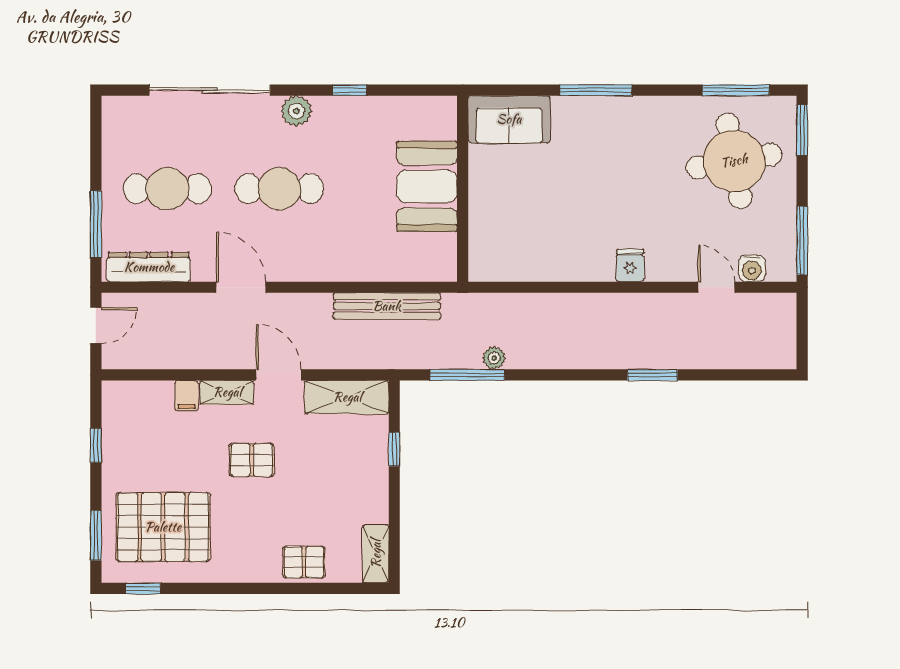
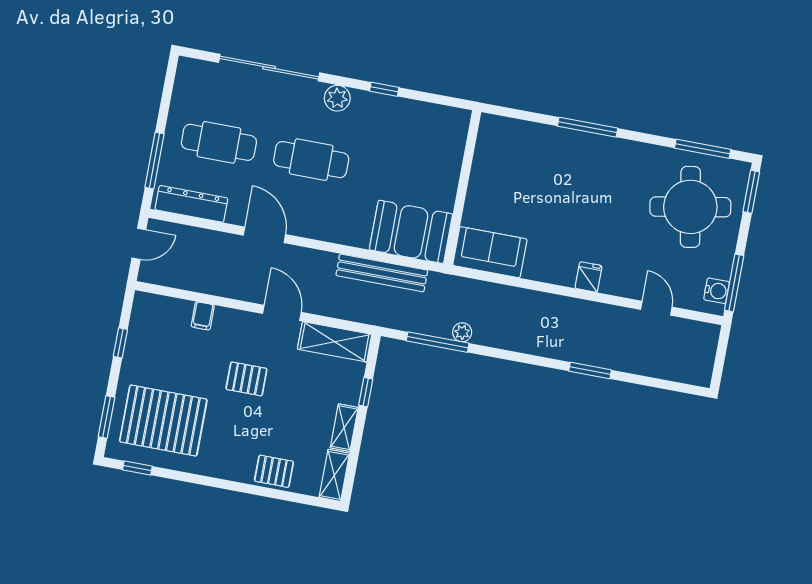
sofa: (509, 119) -> (490, 252), moved, turned 180
booth: (427, 186) -> (411, 232), moved, turned 90
water cooler: (752, 268) -> (717, 291), moved, turned -90
shelving: (227, 392) -> (344, 428), moved, turned 90

